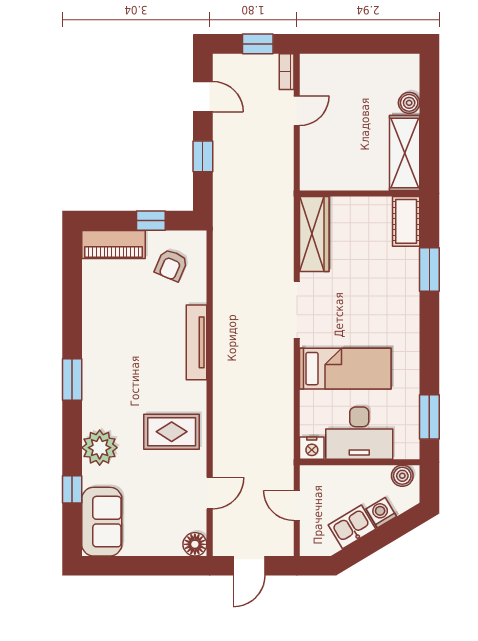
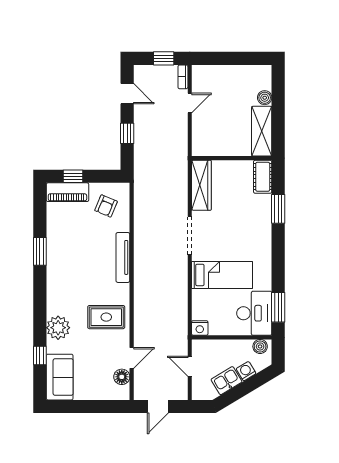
window: (151, 221) -> (73, 176), moved
window: (72, 379) -> (40, 251), moved
desk: (359, 433) -> (254, 313), moved, turned -90
floor lamp: (195, 544) -> (122, 377), moved

